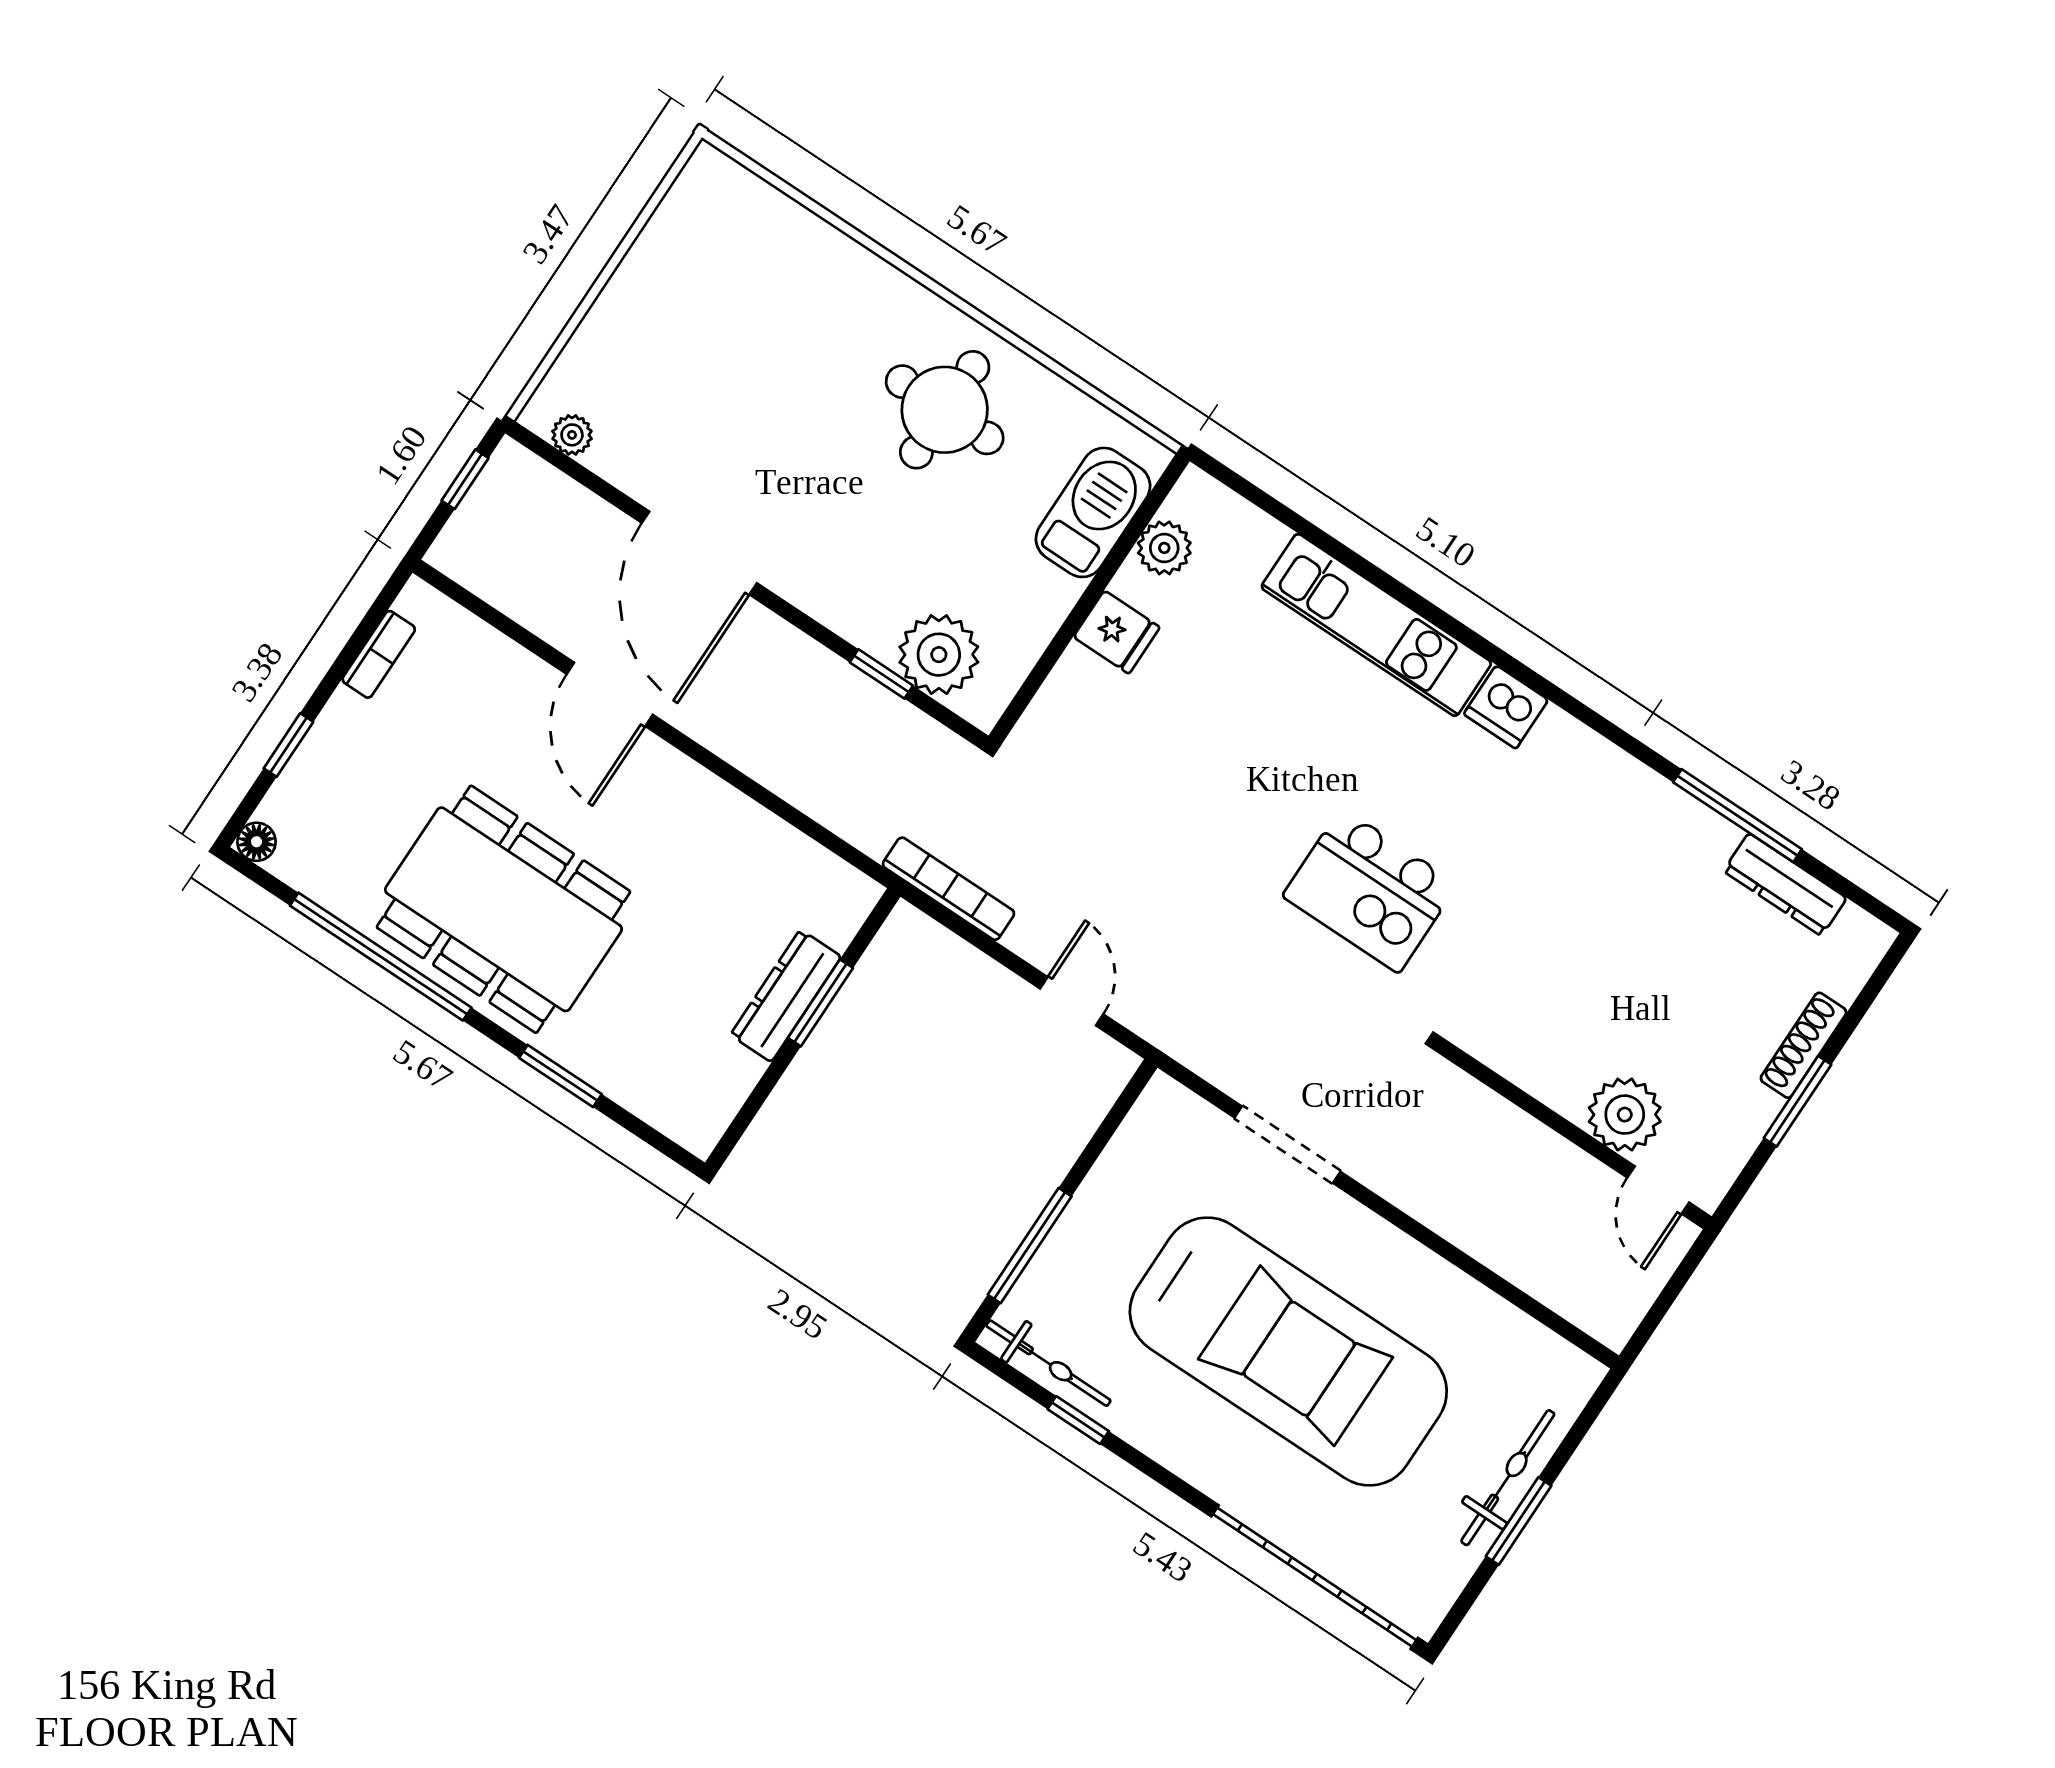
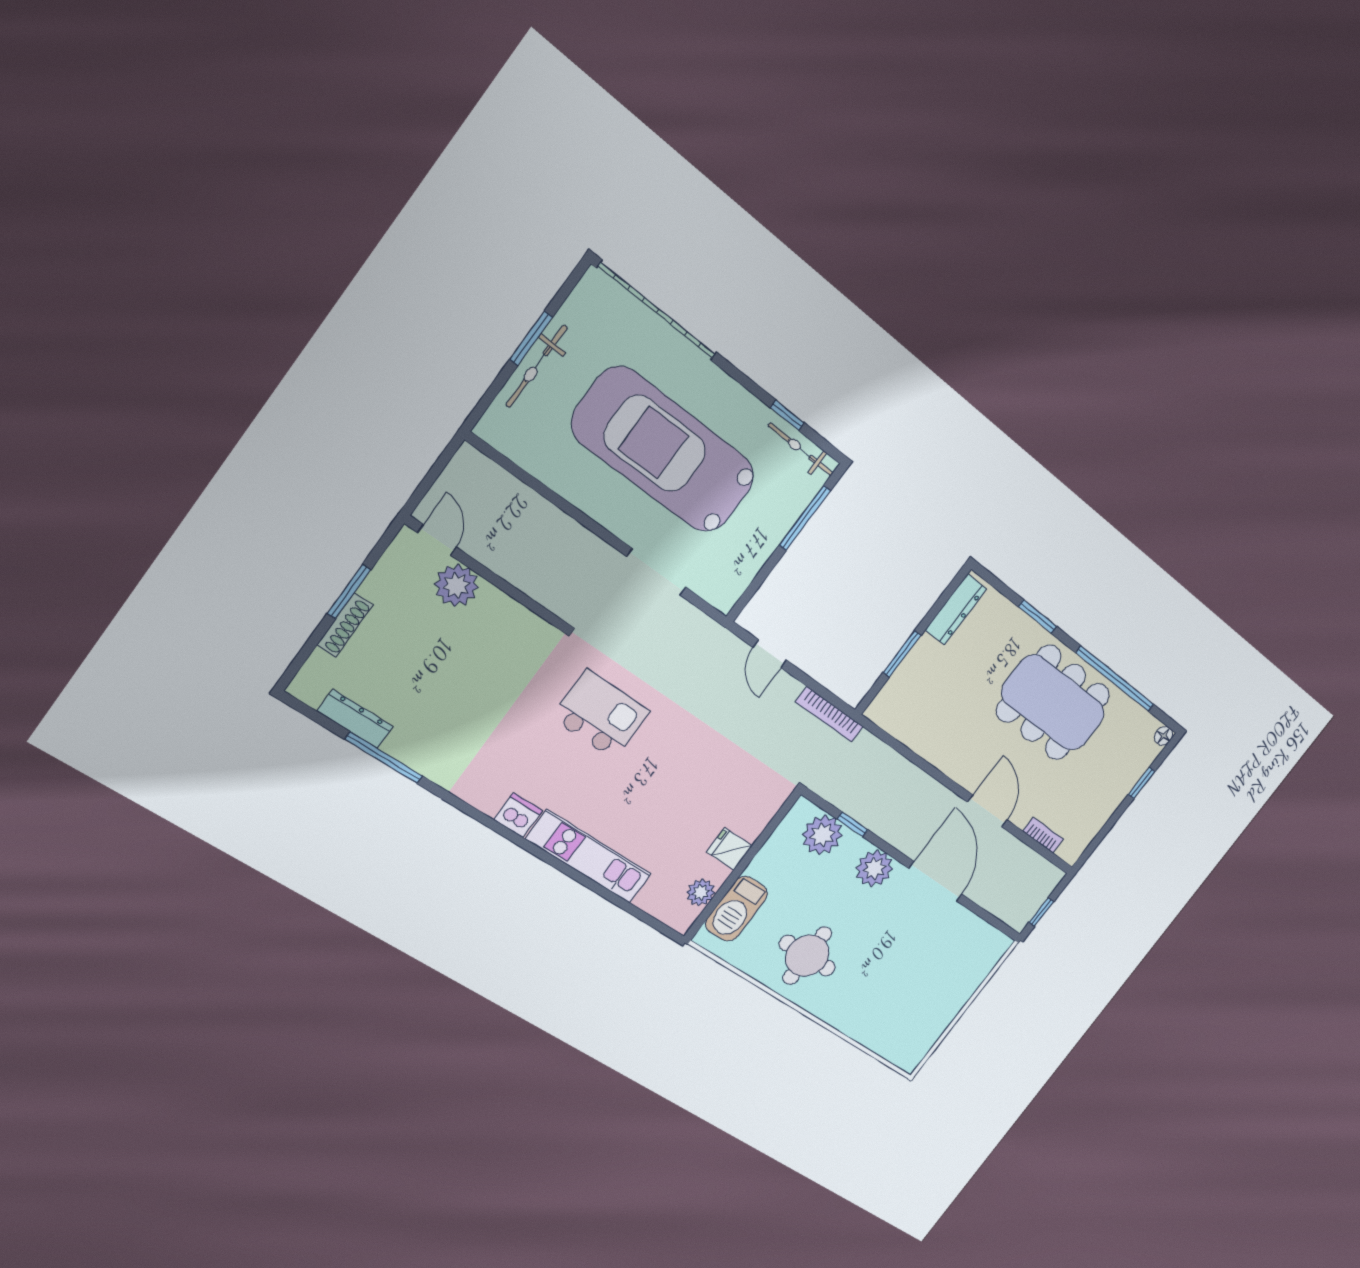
plant: (572, 435) -> (874, 868), moved, width x1.88, depth x1.88
bookcase: (379, 654) -> (1043, 835), moved, turned 90
dresser: (786, 996) -> (956, 609), moved

